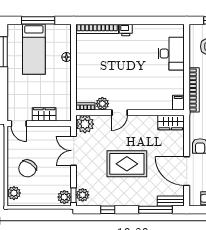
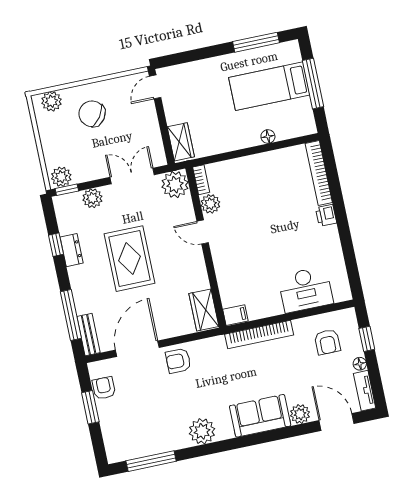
wardrobe: (44, 114) -> (181, 142), moved
plant: (83, 195) -> (92, 198), moved
dresser: (113, 200) -> (72, 250), added

